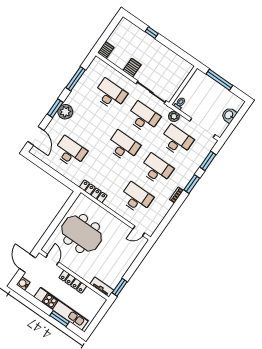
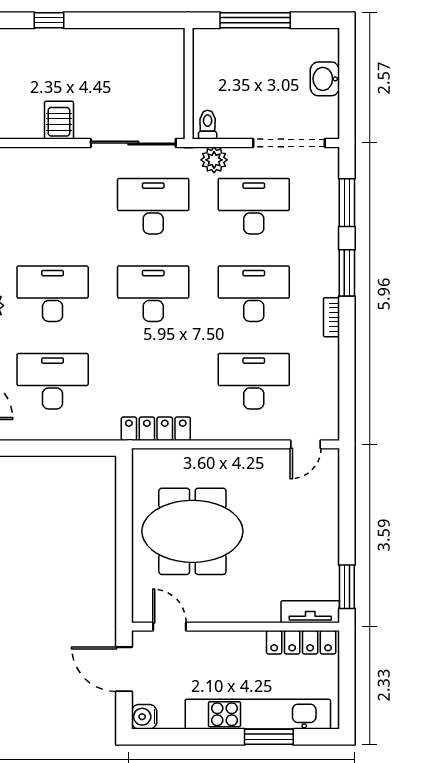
desk: (110, 94) -> (53, 294), moved
locker: (73, 282) -> (301, 642), moved

